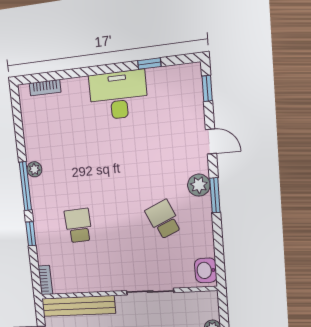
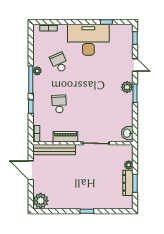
desk: (118, 95) -> (88, 40), width x1.36, depth x1.30
school desk: (163, 219) -> (59, 62), moved
piano: (95, 283) -> (65, 137), added

